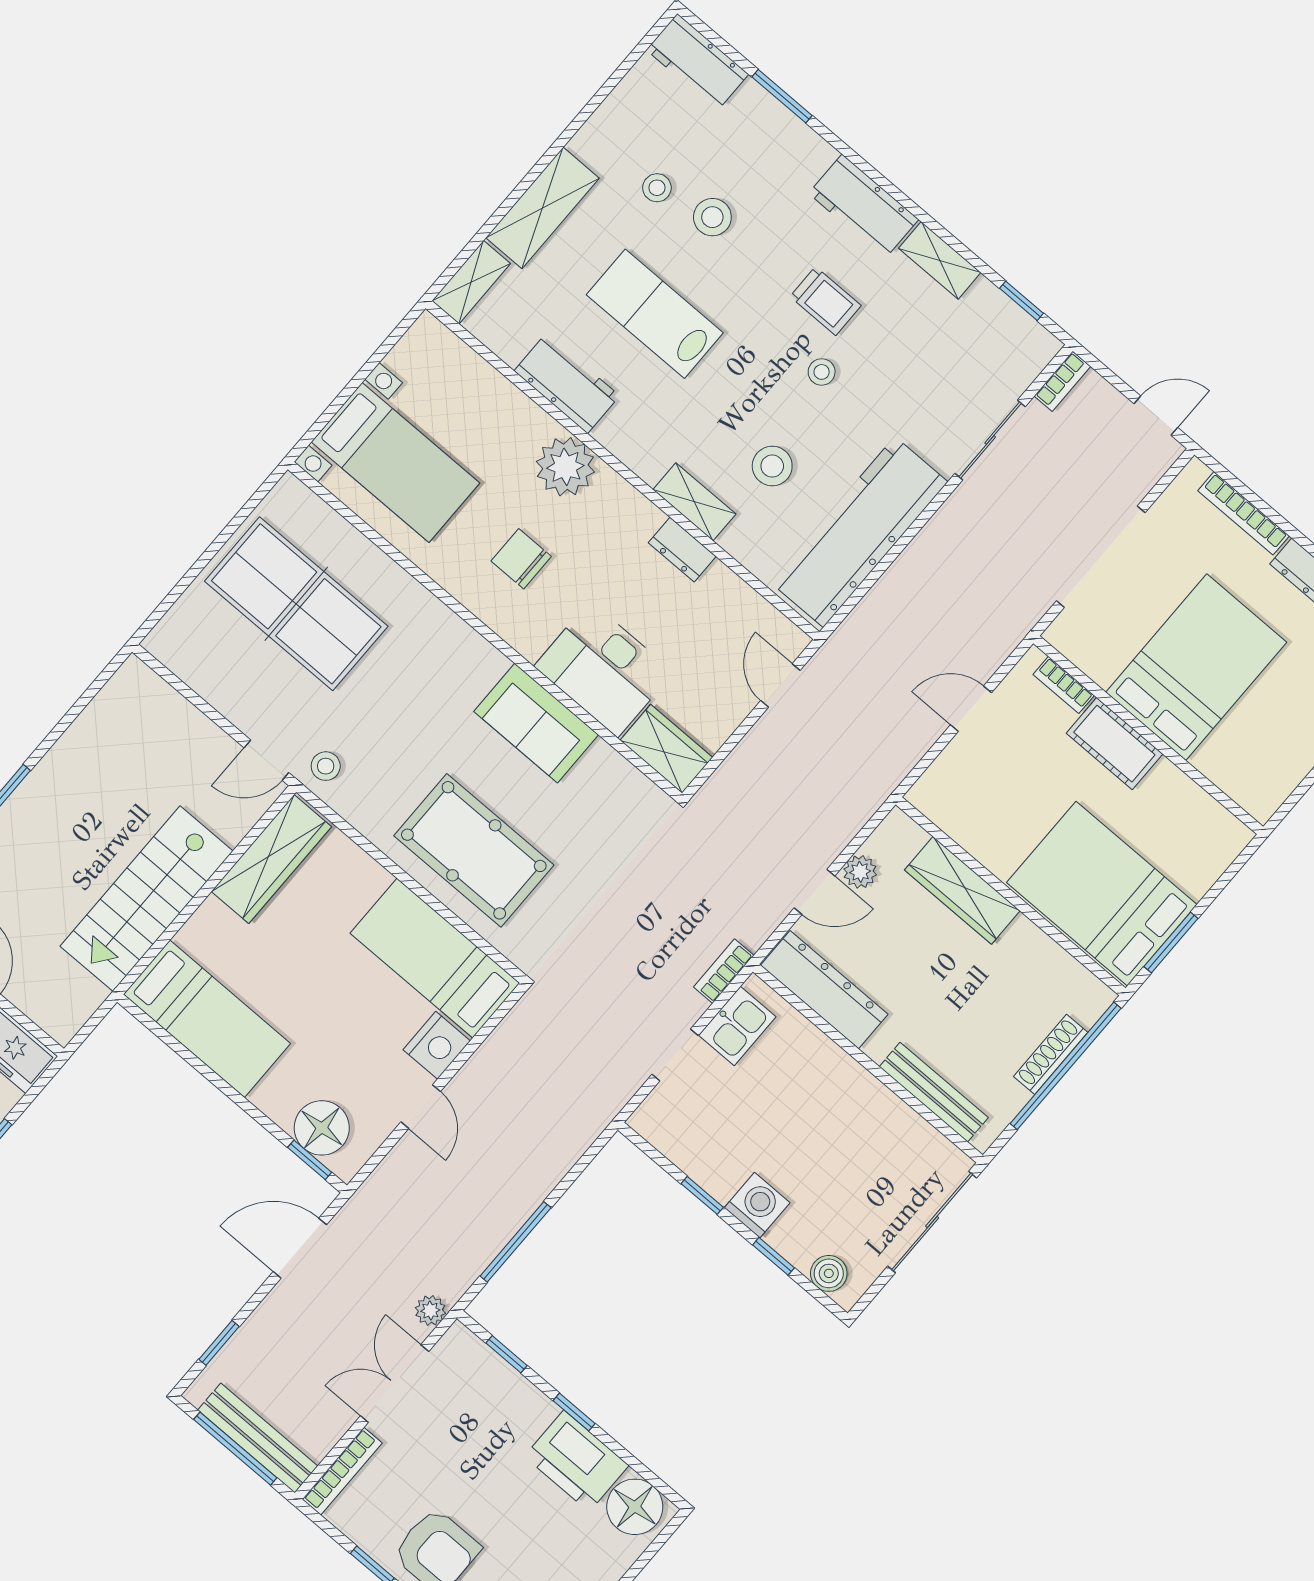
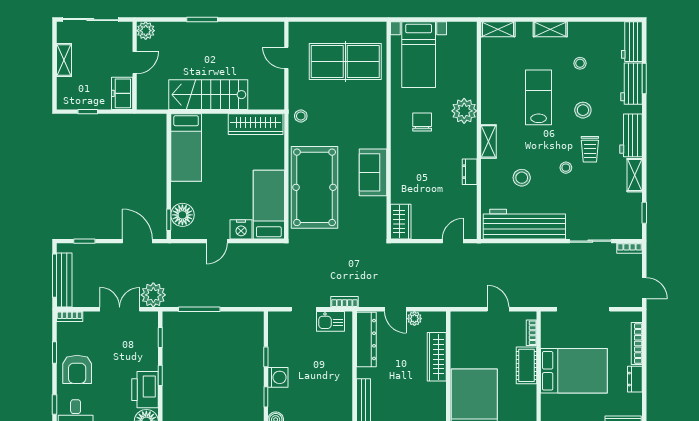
shelving: (542, 208) -> (550, 29), width x0.67, depth x0.75
stool: (712, 217) -> (583, 110), moved
workbench: (567, 383) -> (632, 84), moved, turned 180
shelving: (694, 502) -> (489, 141), moved
table tennis table: (296, 604) -> (345, 62), turned 90
desk: (604, 669) -> (409, 179), removed
door: (266, 760) -> (286, 58), moved
pool table: (474, 850) -> (315, 187), width x1.36, depth x1.32
plant: (430, 1311) -> (153, 295), width x1.88, depth x1.88
bookcase: (342, 1471) -> (70, 317), width x0.64

